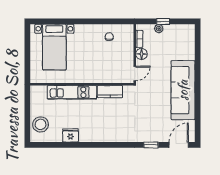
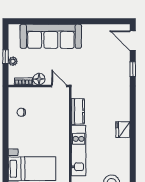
sofa: (183, 90) -> (51, 36), moved
fridge: (70, 135) -> (123, 130), moved

